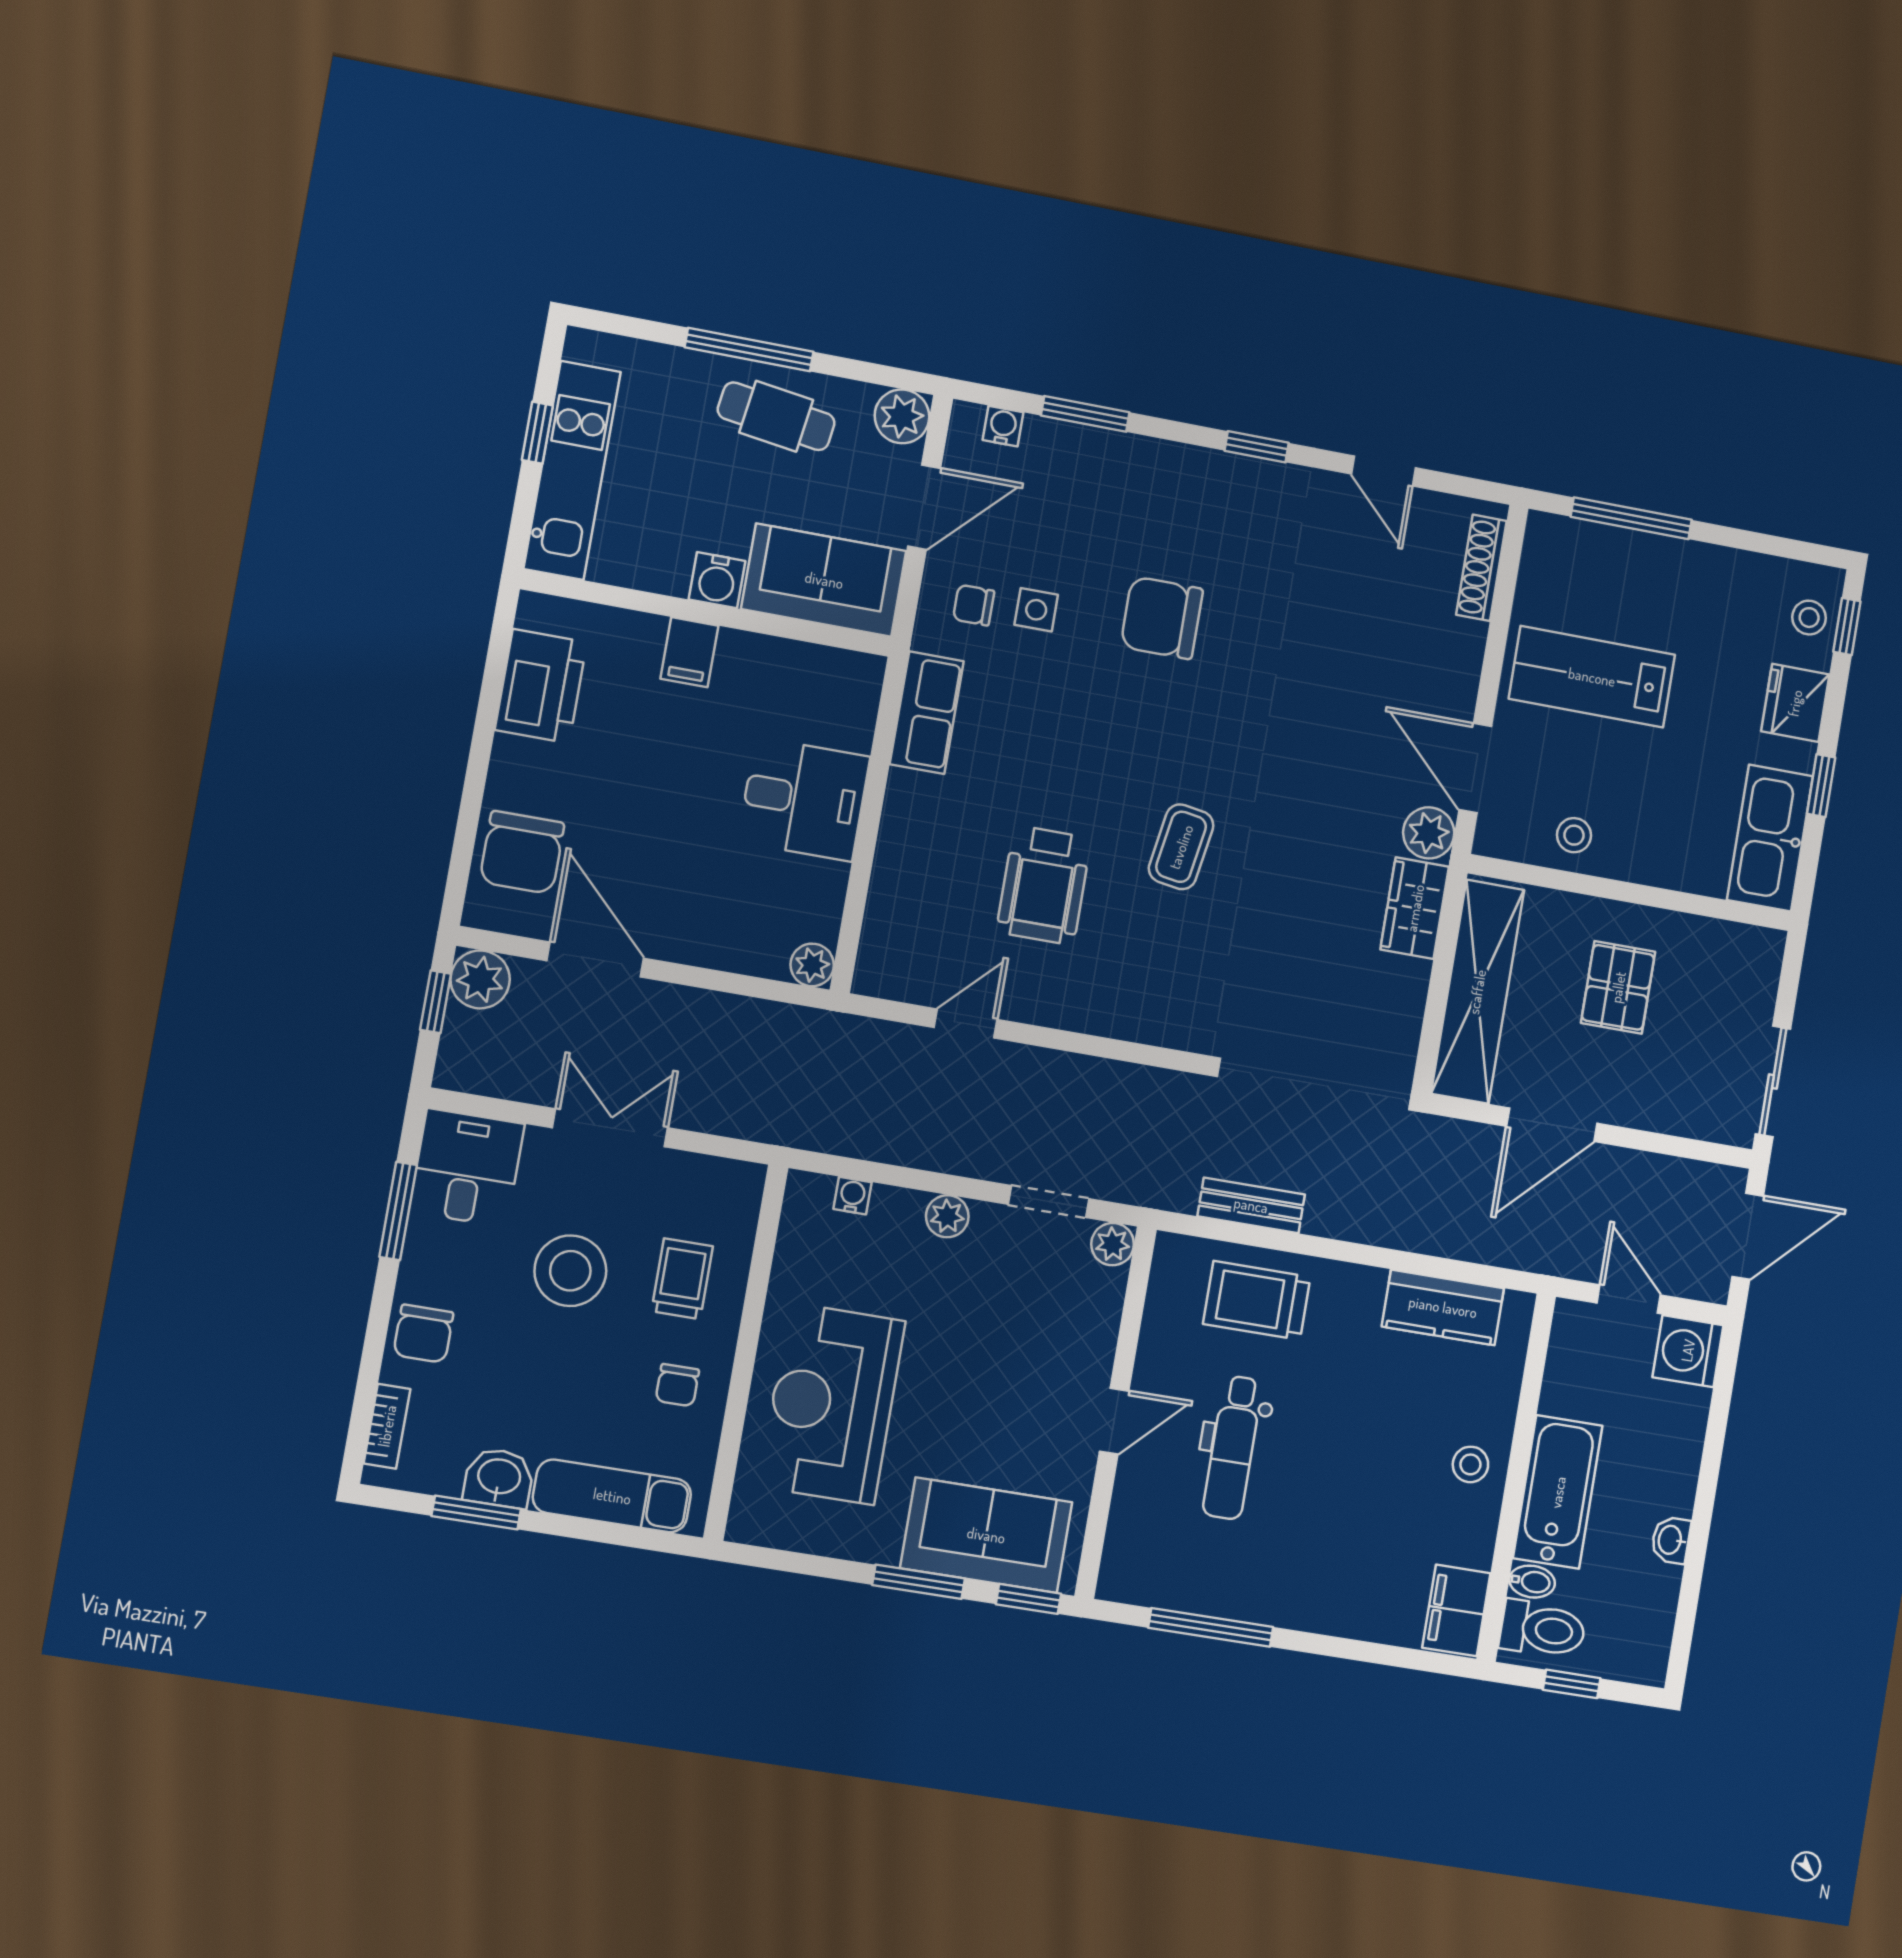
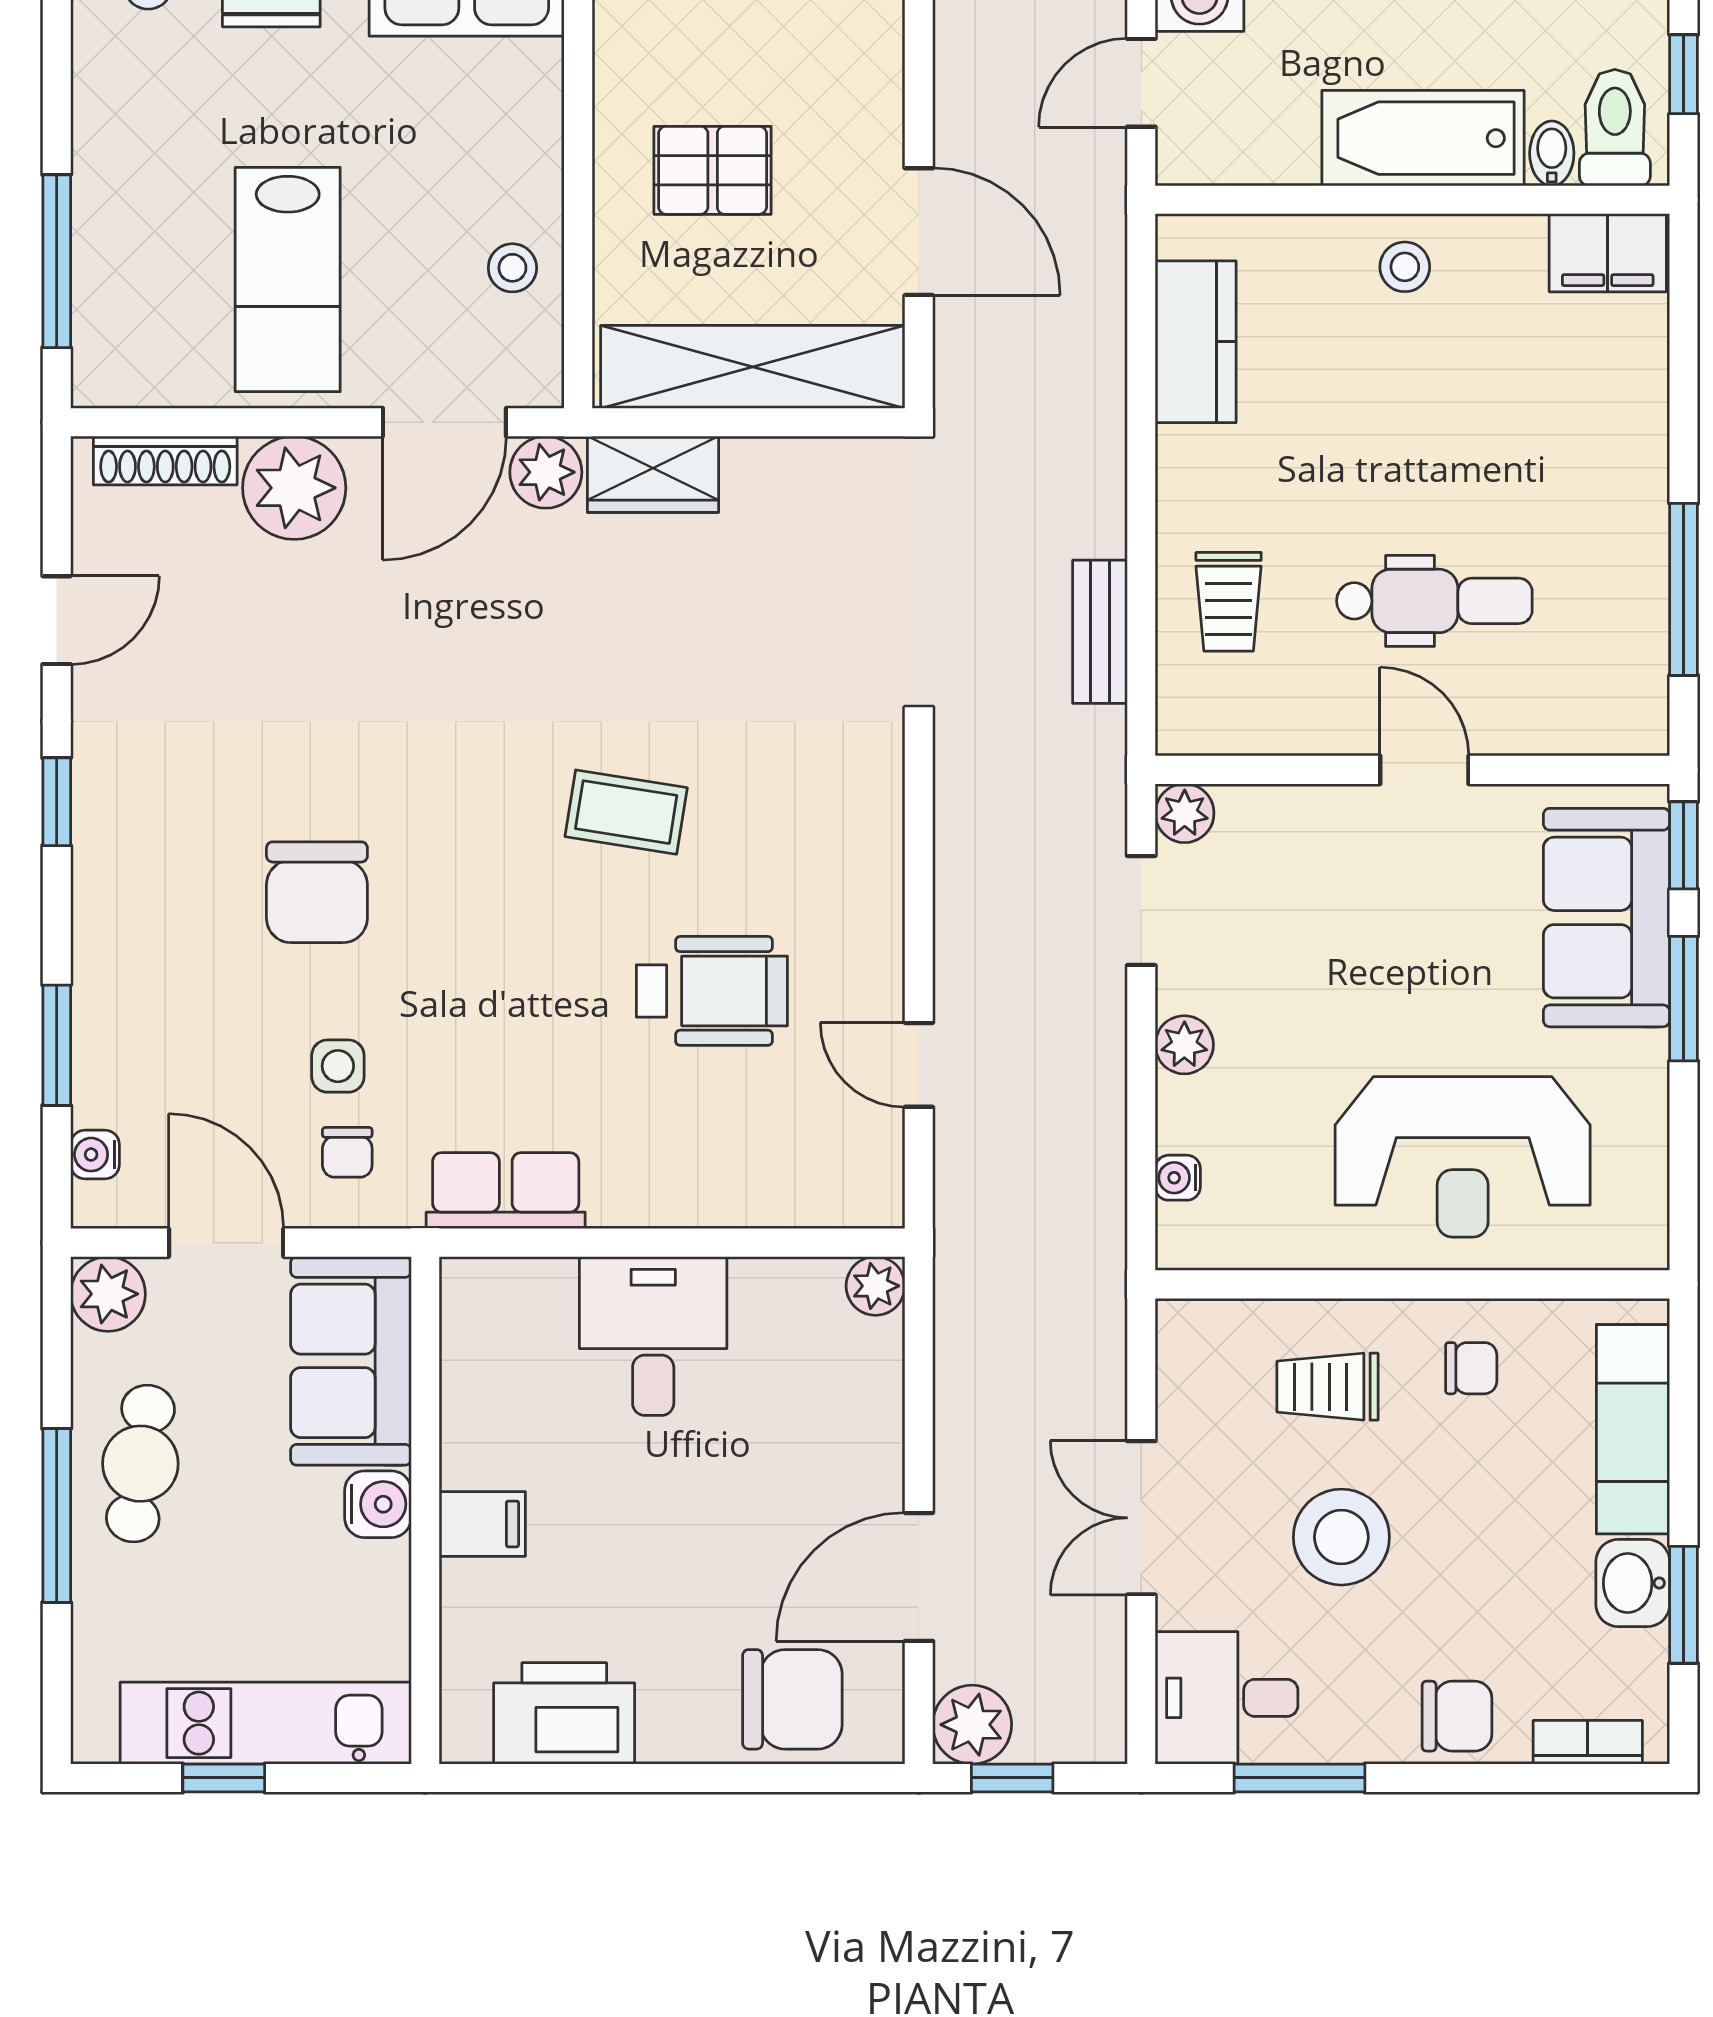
plant: (1447, 654) -> (294, 488), added
trolley: (1257, 1301) -> (1229, 602), width x0.73, depth x0.72

